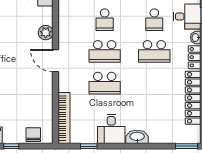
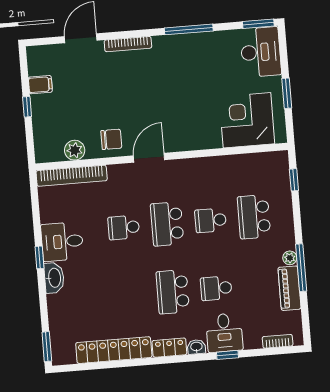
plant: (46, 33) -> (75, 150), moved
school desk: (105, 83) -> (124, 227), width x0.54
chair: (33, 135) -> (111, 139), moved
window: (89, 146) -> (39, 257), moved

